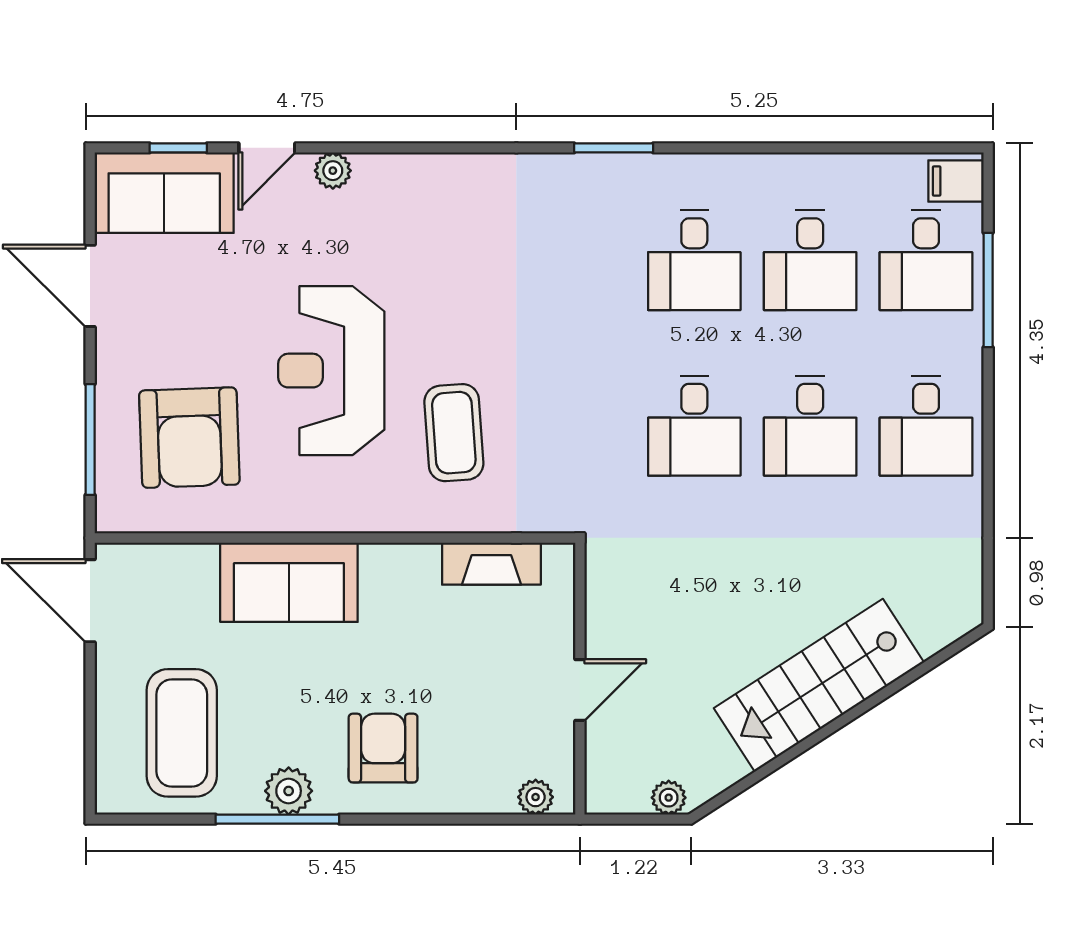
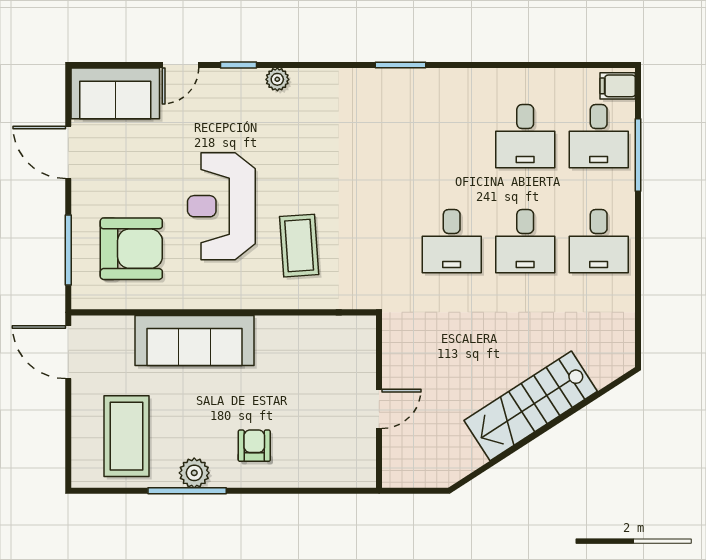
window: (178, 148) -> (238, 65), moved
plant: (333, 171) -> (277, 79), moved
desk: (694, 260) -> (452, 136), removed
armchair: (189, 438) -> (131, 249), turned -88
fireplace: (491, 564) -> (323, 329), removed
sofa: (289, 582) -> (194, 340), width x1.36
armchair: (383, 748) -> (254, 446), width x0.72, depth x0.72
plant: (536, 797) -> (351, 477), removed
plant: (669, 798) -> (435, 477), removed

